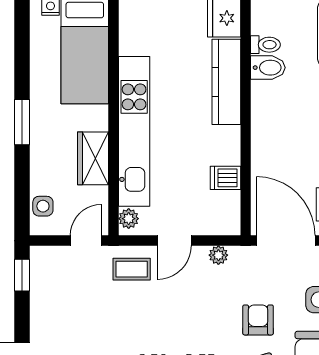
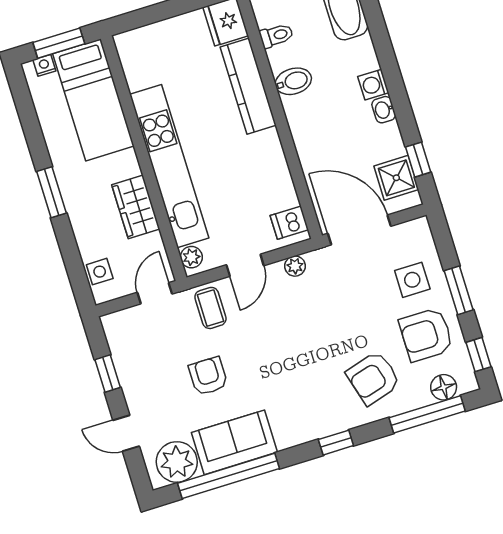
bidet: (268, 68) -> (293, 81), moved
dishwasher: (225, 178) -> (289, 223), moved
coffee table: (132, 269) -> (210, 308), turned 90
window: (22, 275) -> (108, 374), moved
armchair: (258, 320) -> (208, 376), moved

